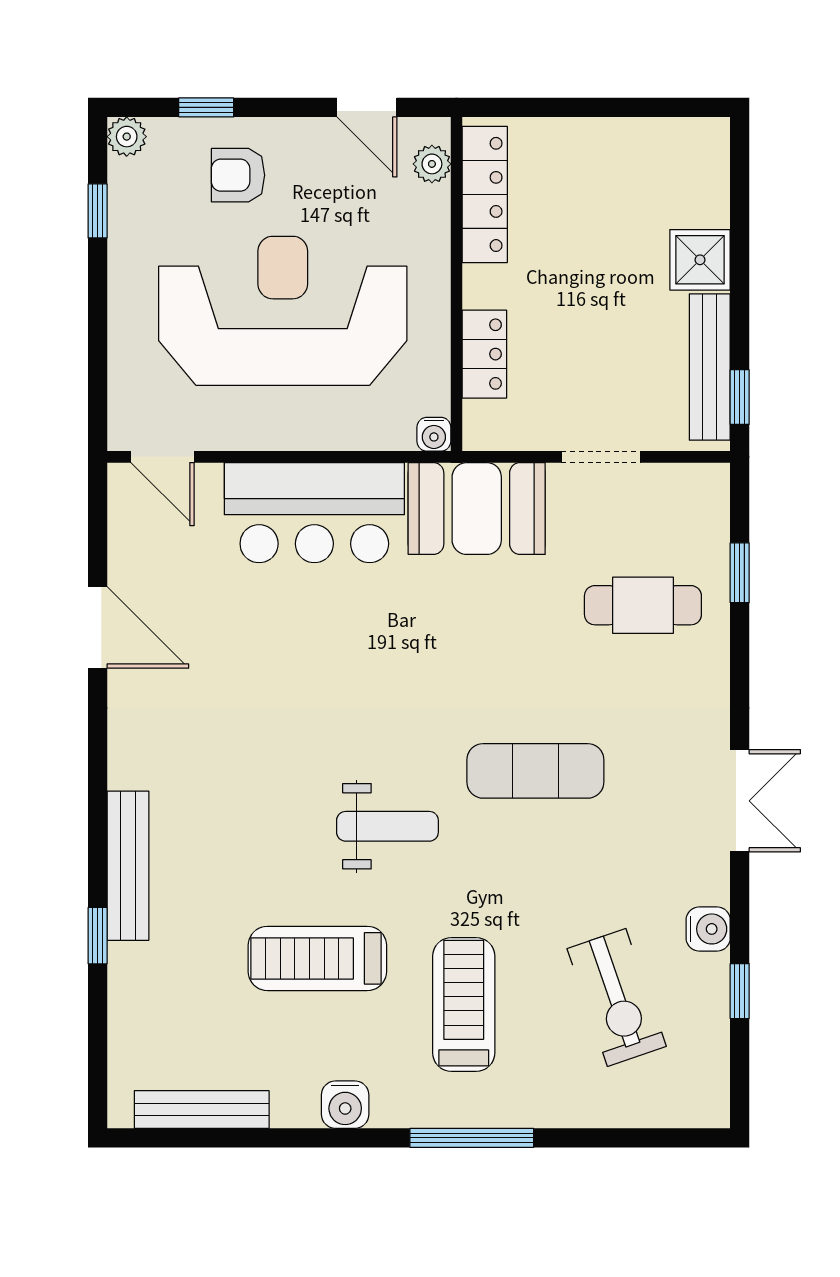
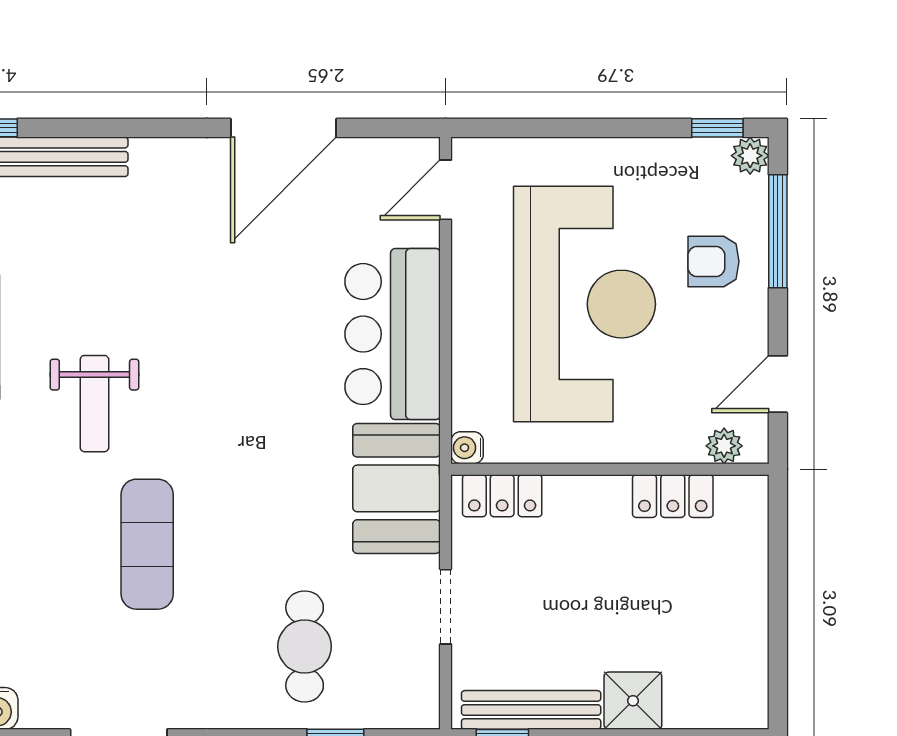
window: (206, 107) -> (778, 231), width x2.17
armchair: (238, 175) -> (713, 261), turned -90
locker: (485, 194) -> (673, 496), width x0.66
window: (98, 211) -> (717, 128), moved
locker: (484, 354) -> (502, 496), moved
door: (98, 627) -> (284, 128), width x1.36

